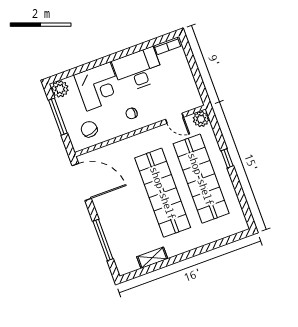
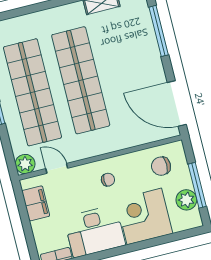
filing cabinet: (189, 88) -> (36, 203), added
plant: (60, 89) -> (186, 200), moved
chair: (89, 129) -> (161, 166), turned 105

